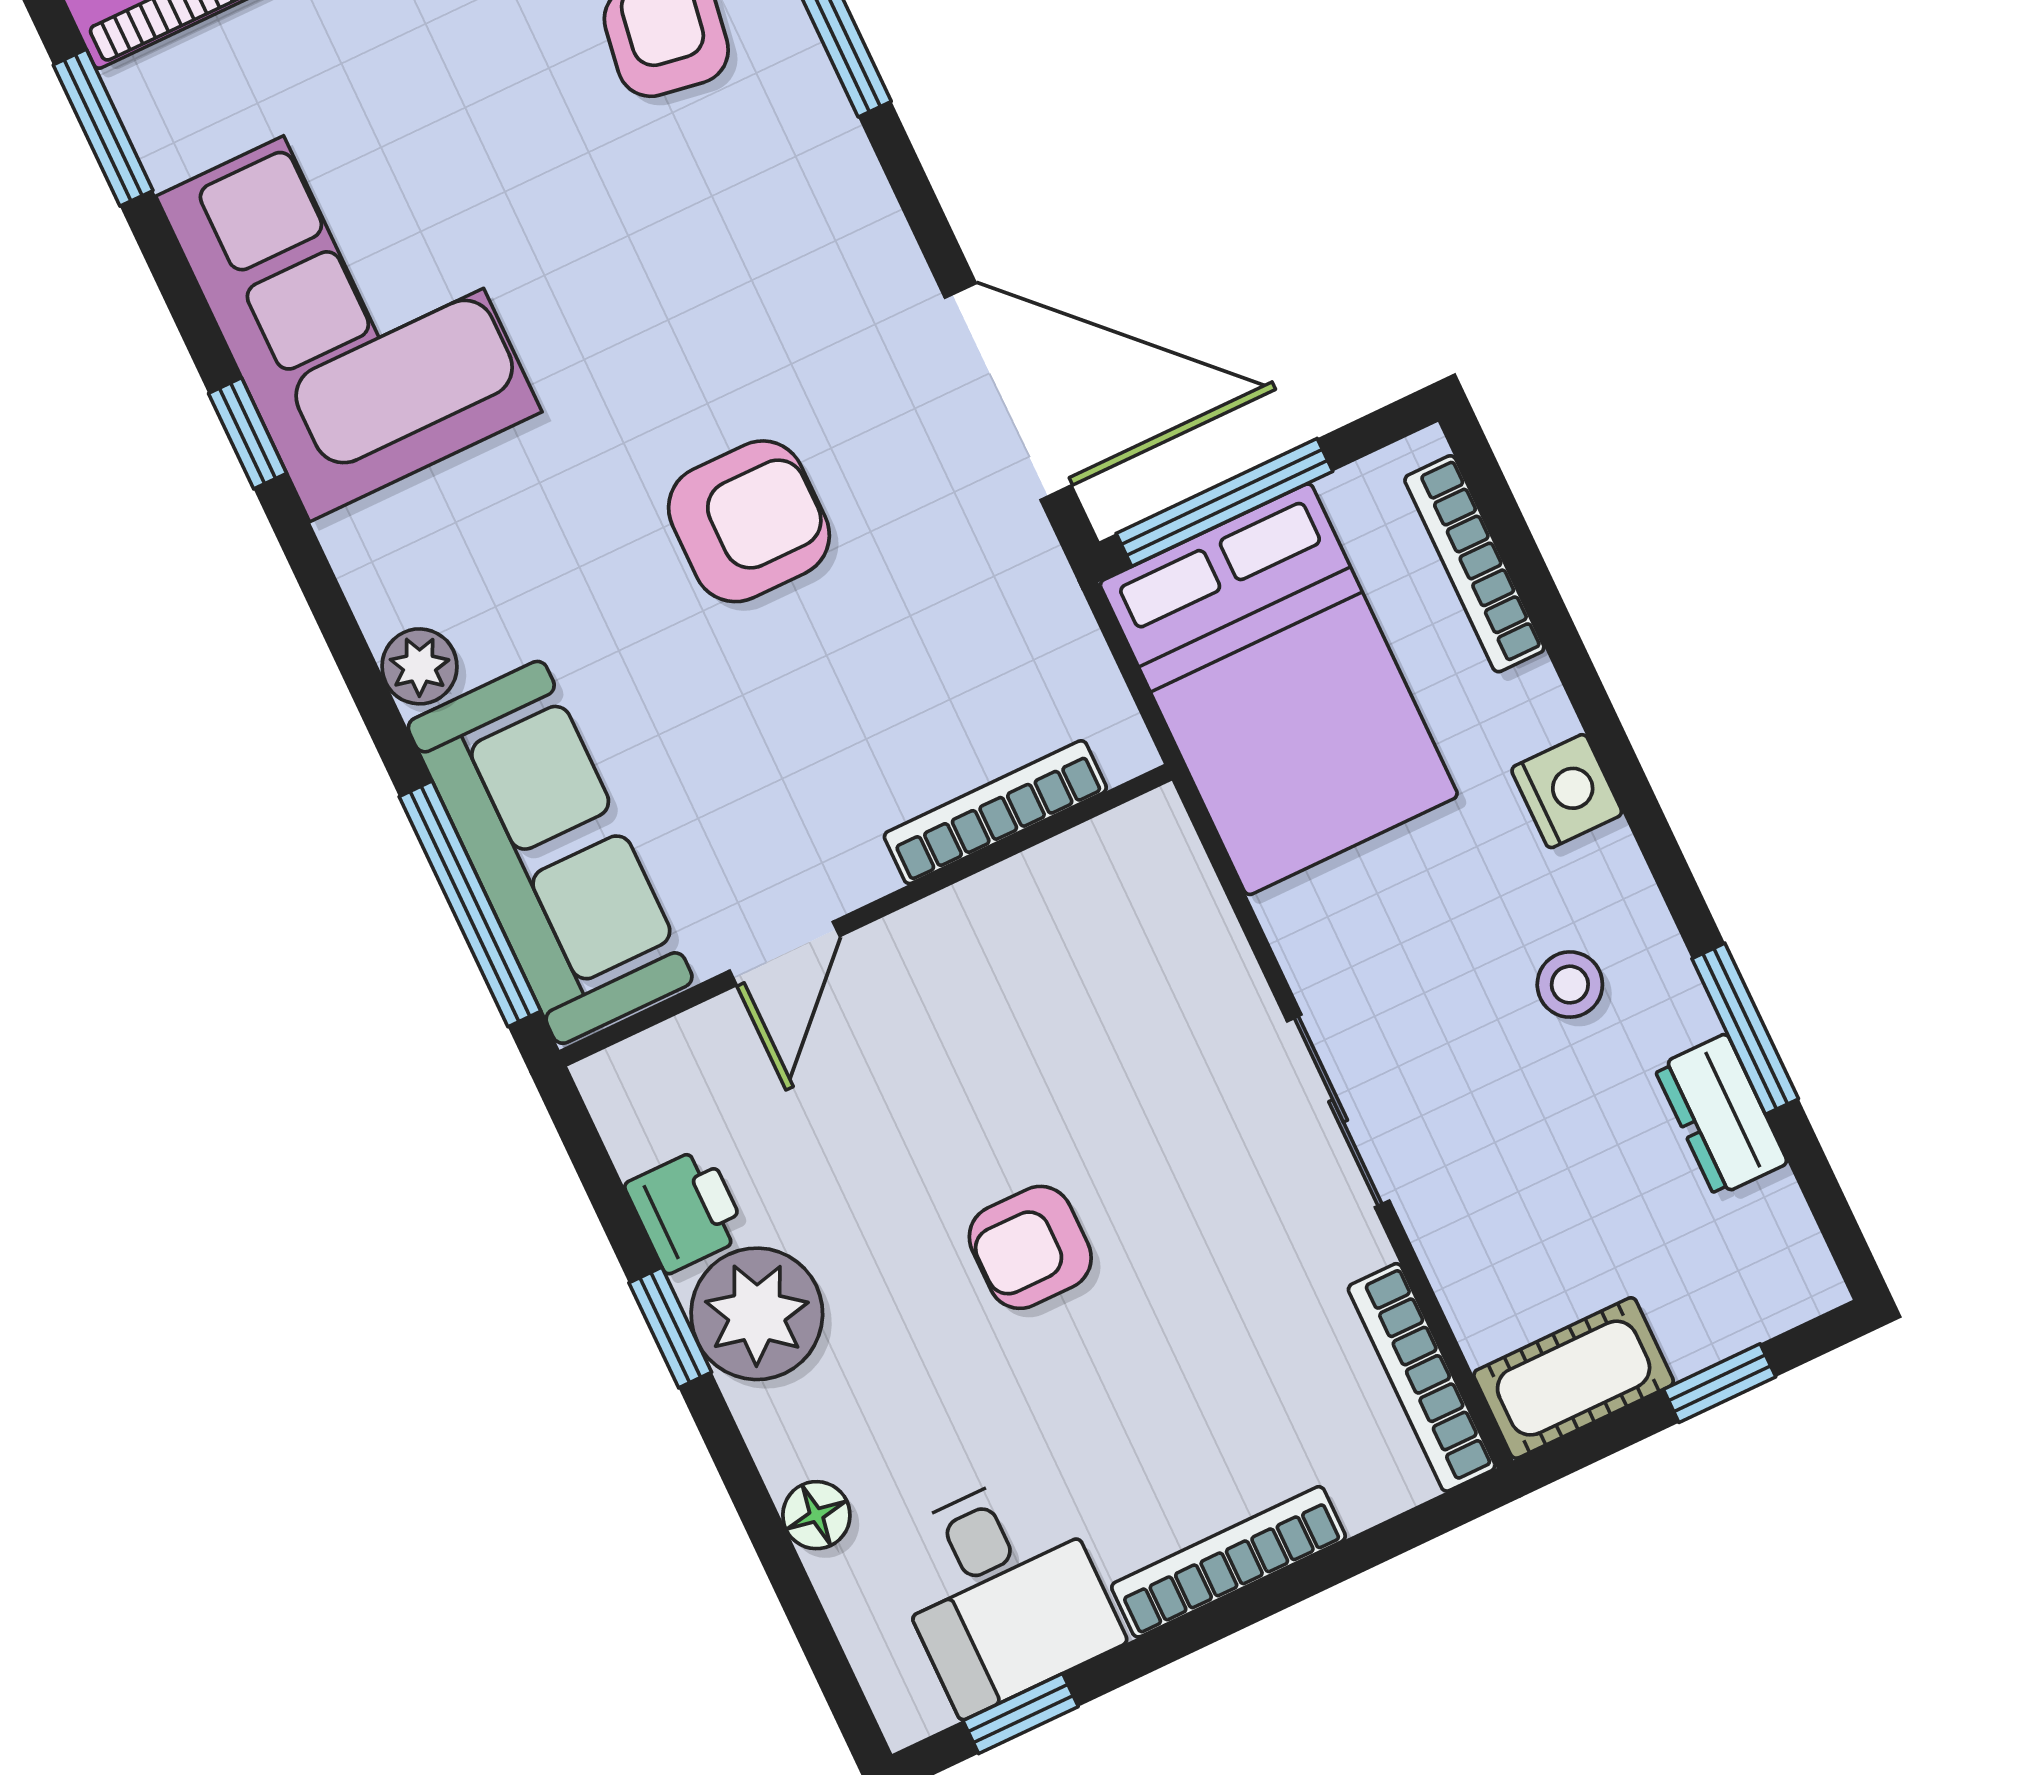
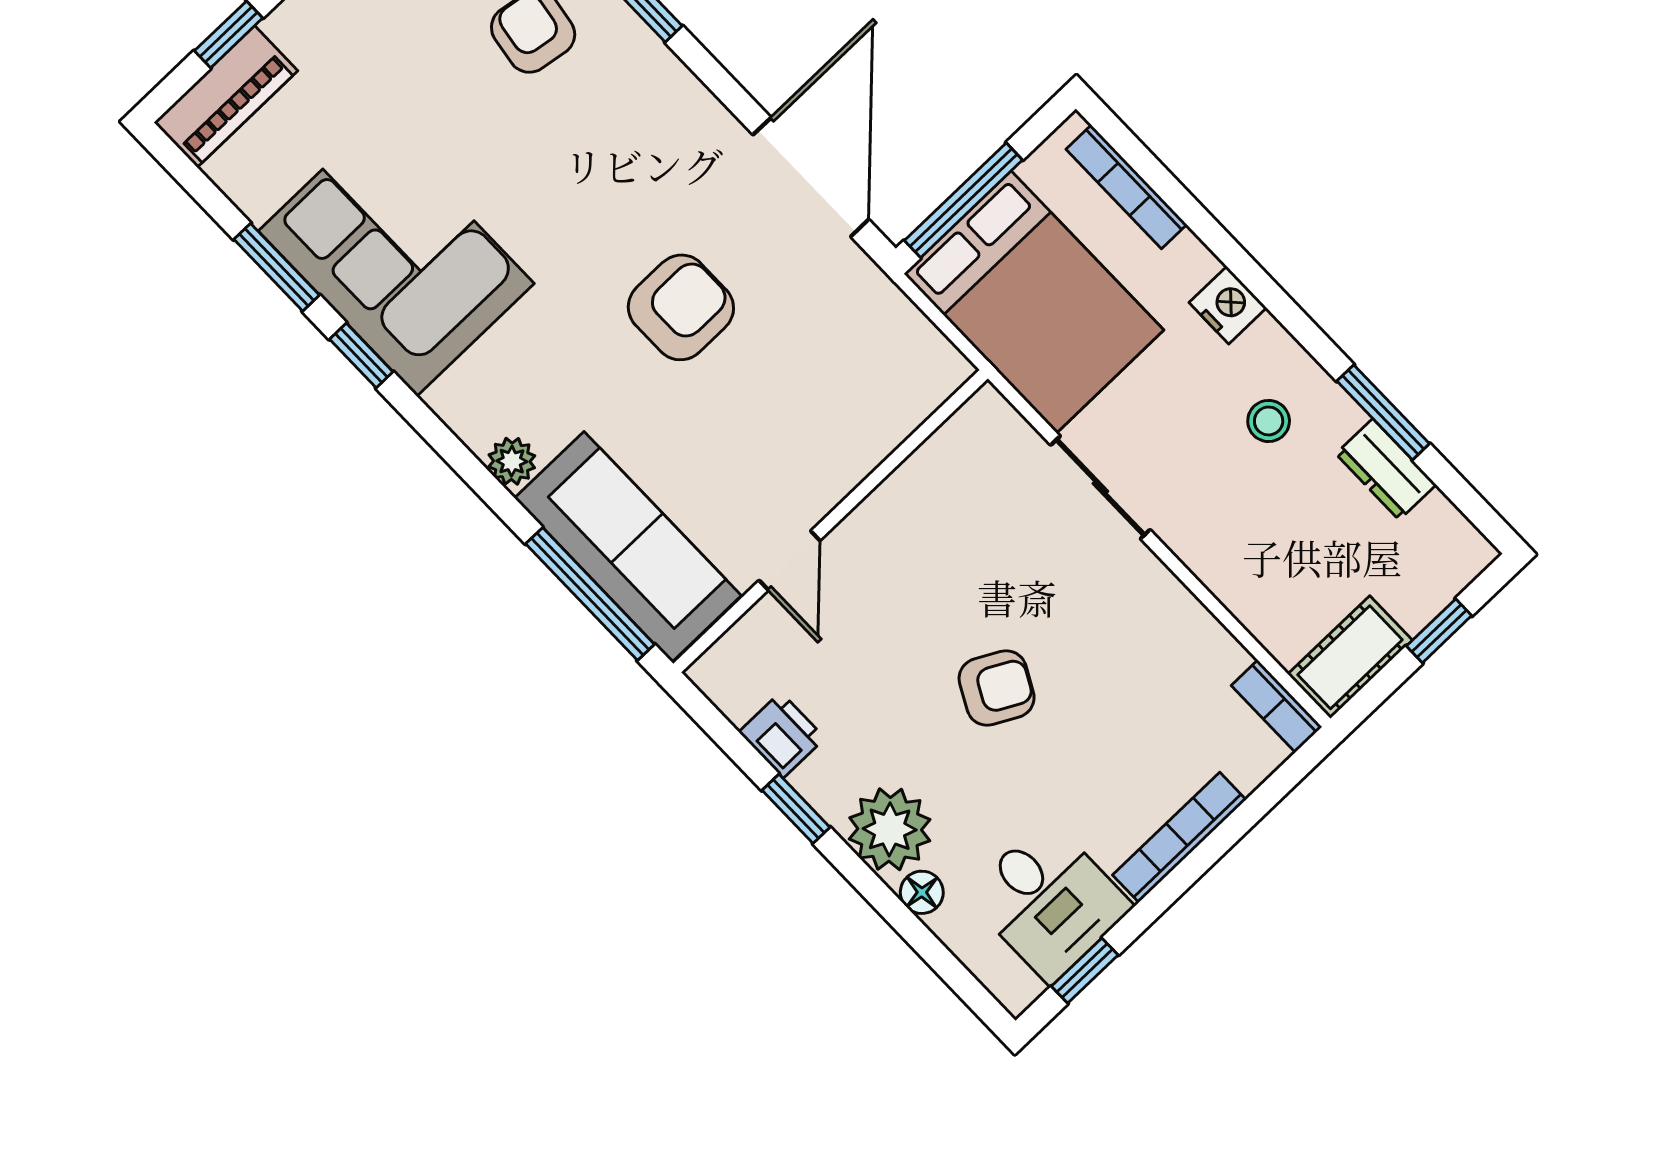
window: (103, 128) -> (277, 267), moved
door: (1008, 392) -> (811, 177), hinge flipped
bookcase: (995, 812) -> (888, 433), removed
sliding door: (1338, 1111) -> (1100, 487), moved
armchair: (1030, 1247) -> (997, 688), turned -152
plant: (757, 1314) -> (890, 829), moved
bookcase: (1422, 1377) -> (1277, 706), width x0.64

